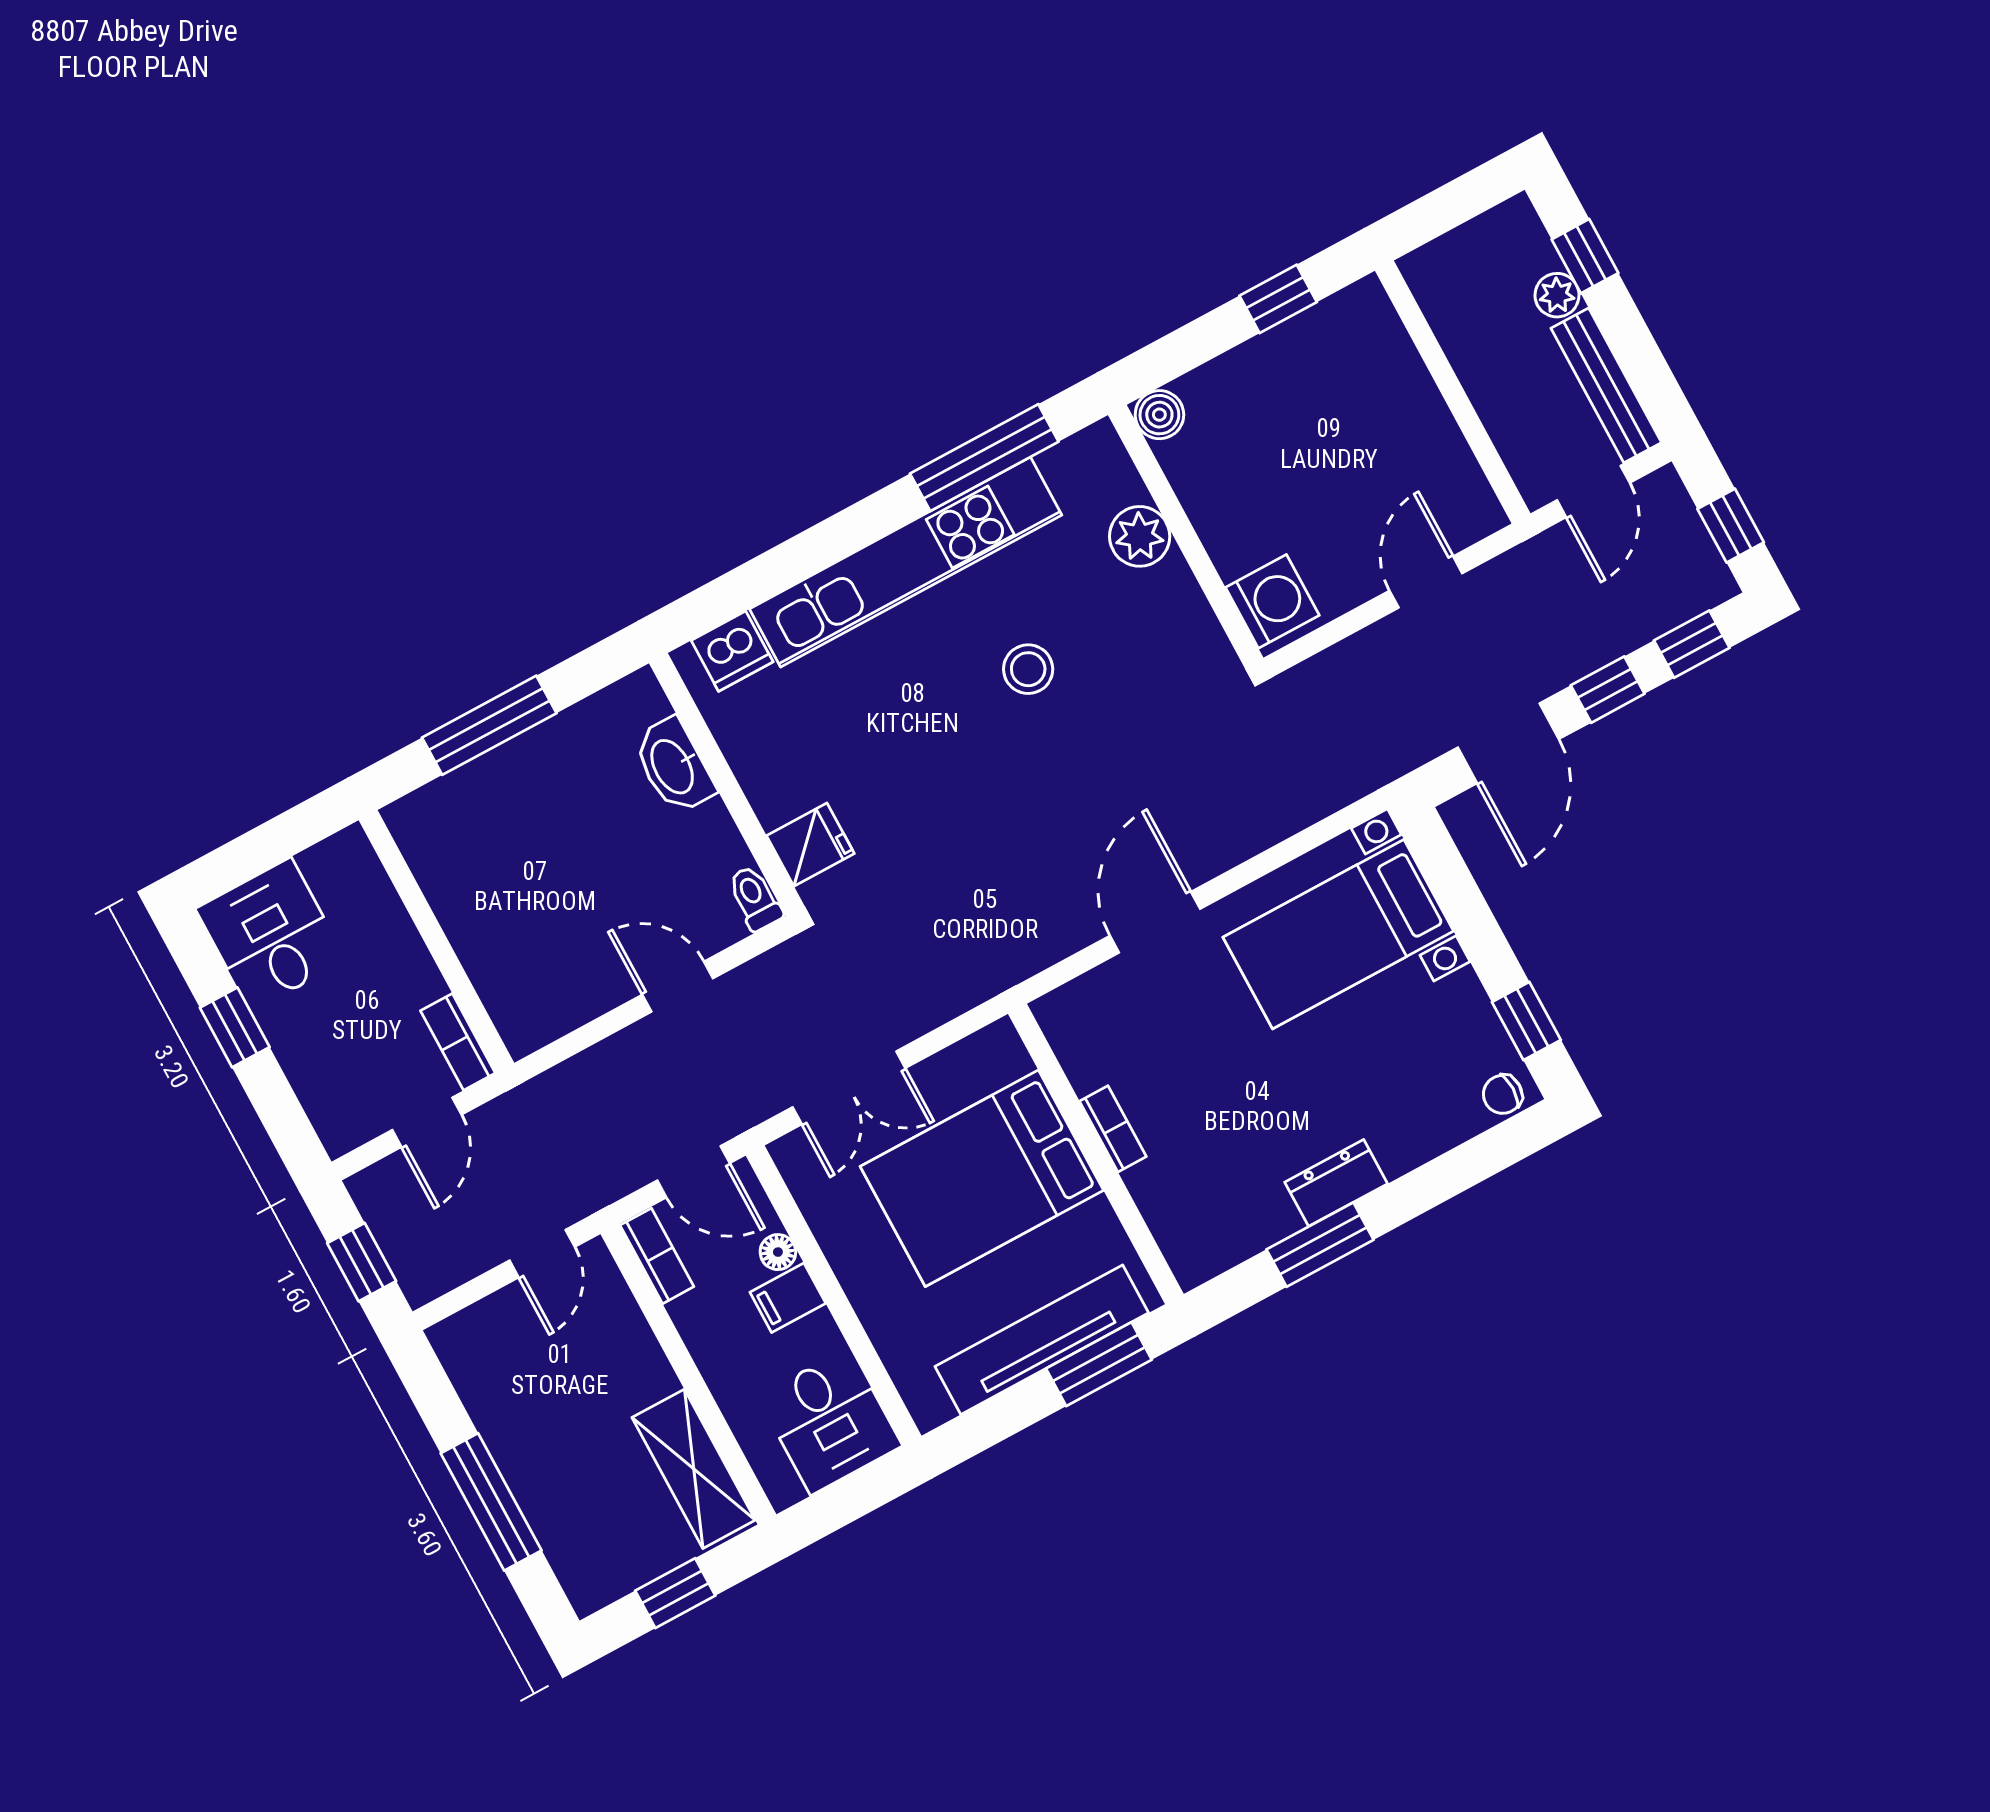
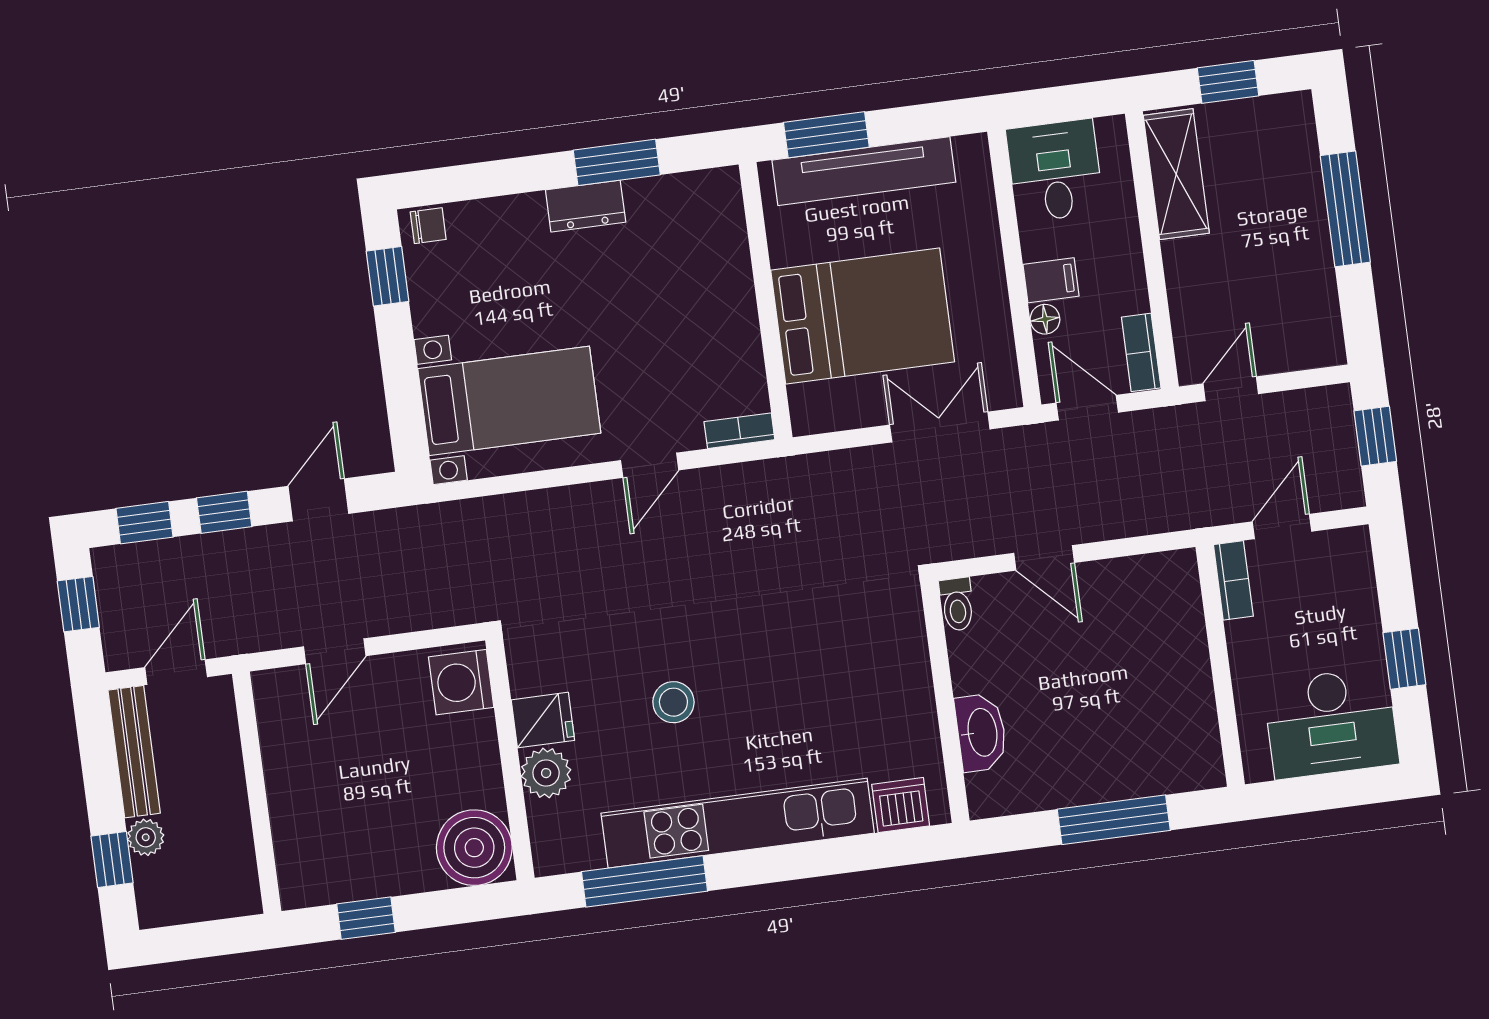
boiler: (1159, 415) -> (474, 848), width x1.86, depth x1.86
door: (1508, 743) -> (318, 500), width x0.73
fridge: (810, 845) -> (543, 720), moved, turned 180
door: (1155, 922) -> (650, 465), width x0.73
desk: (271, 935) -> (1331, 723), width x1.37
bookcase: (1113, 1129) -> (739, 431), moved, turned 90

